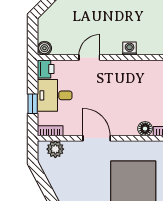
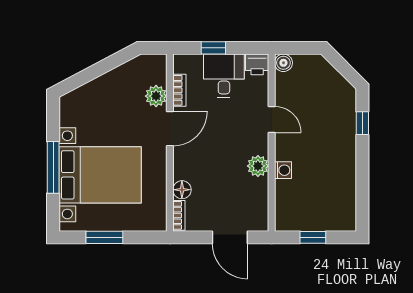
plant: (126, 68) -> (258, 166), added
bookcase: (50, 131) -> (179, 90), moved
plant: (55, 149) -> (156, 96), moved

